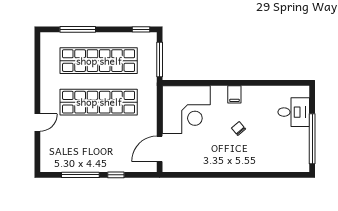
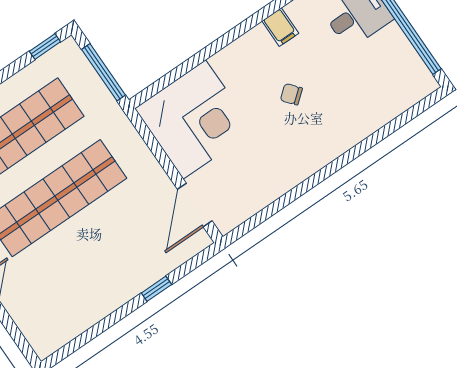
filing cabinet: (234, 94) -> (280, 27), moved
window: (80, 175) -> (104, 325), removed

